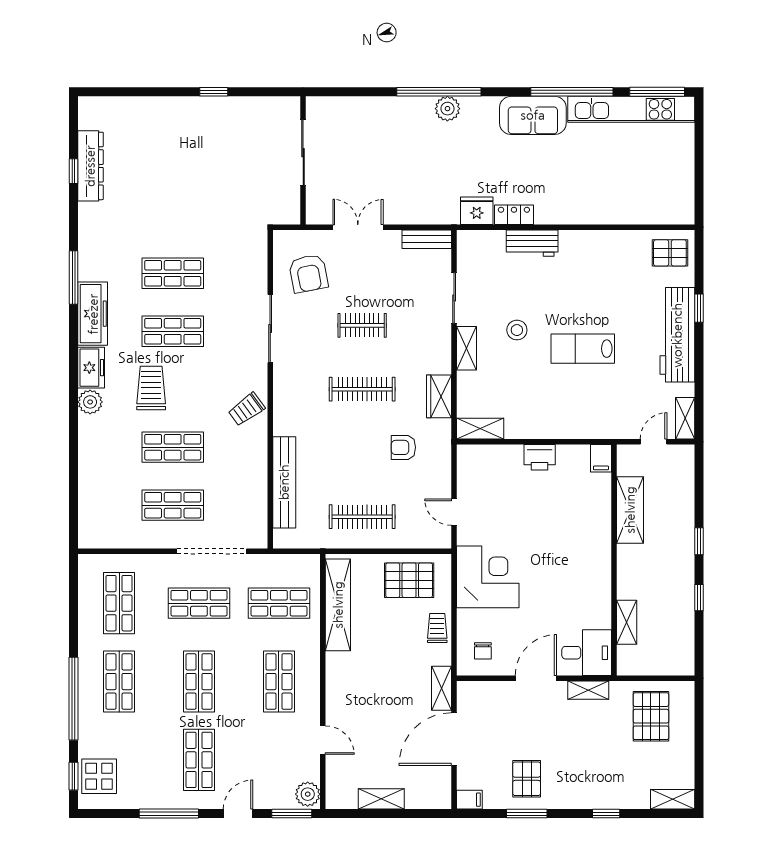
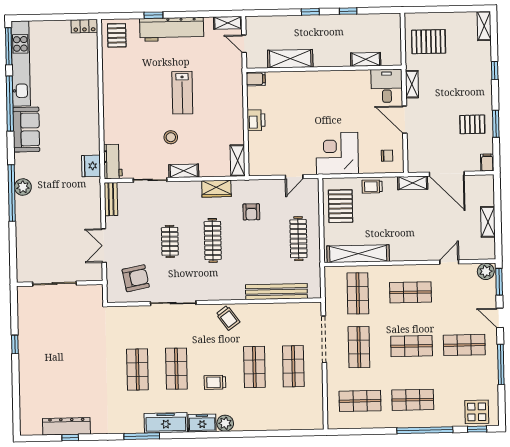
locker: (514, 215) -> (84, 26), moved, turned -90
workbench: (532, 243) -> (113, 162), moved
trolley: (151, 388) -> (215, 382), width x0.73, depth x0.72

